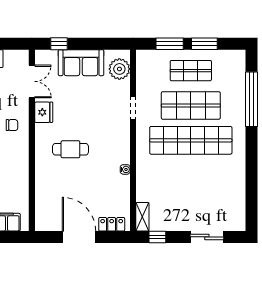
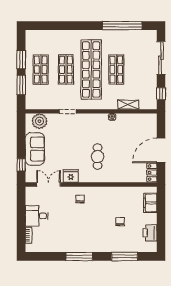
window: (252, 99) -> (122, 26), moved
shop shelf: (191, 105) -> (66, 70), width x0.70, depth x0.74
shop shelf: (191, 175) -> (116, 70), added
shelving: (142, 217) -> (128, 105), moved
locker: (112, 224) -> (152, 173), moved
sliding door: (207, 237) -> (161, 58), width x1.37

